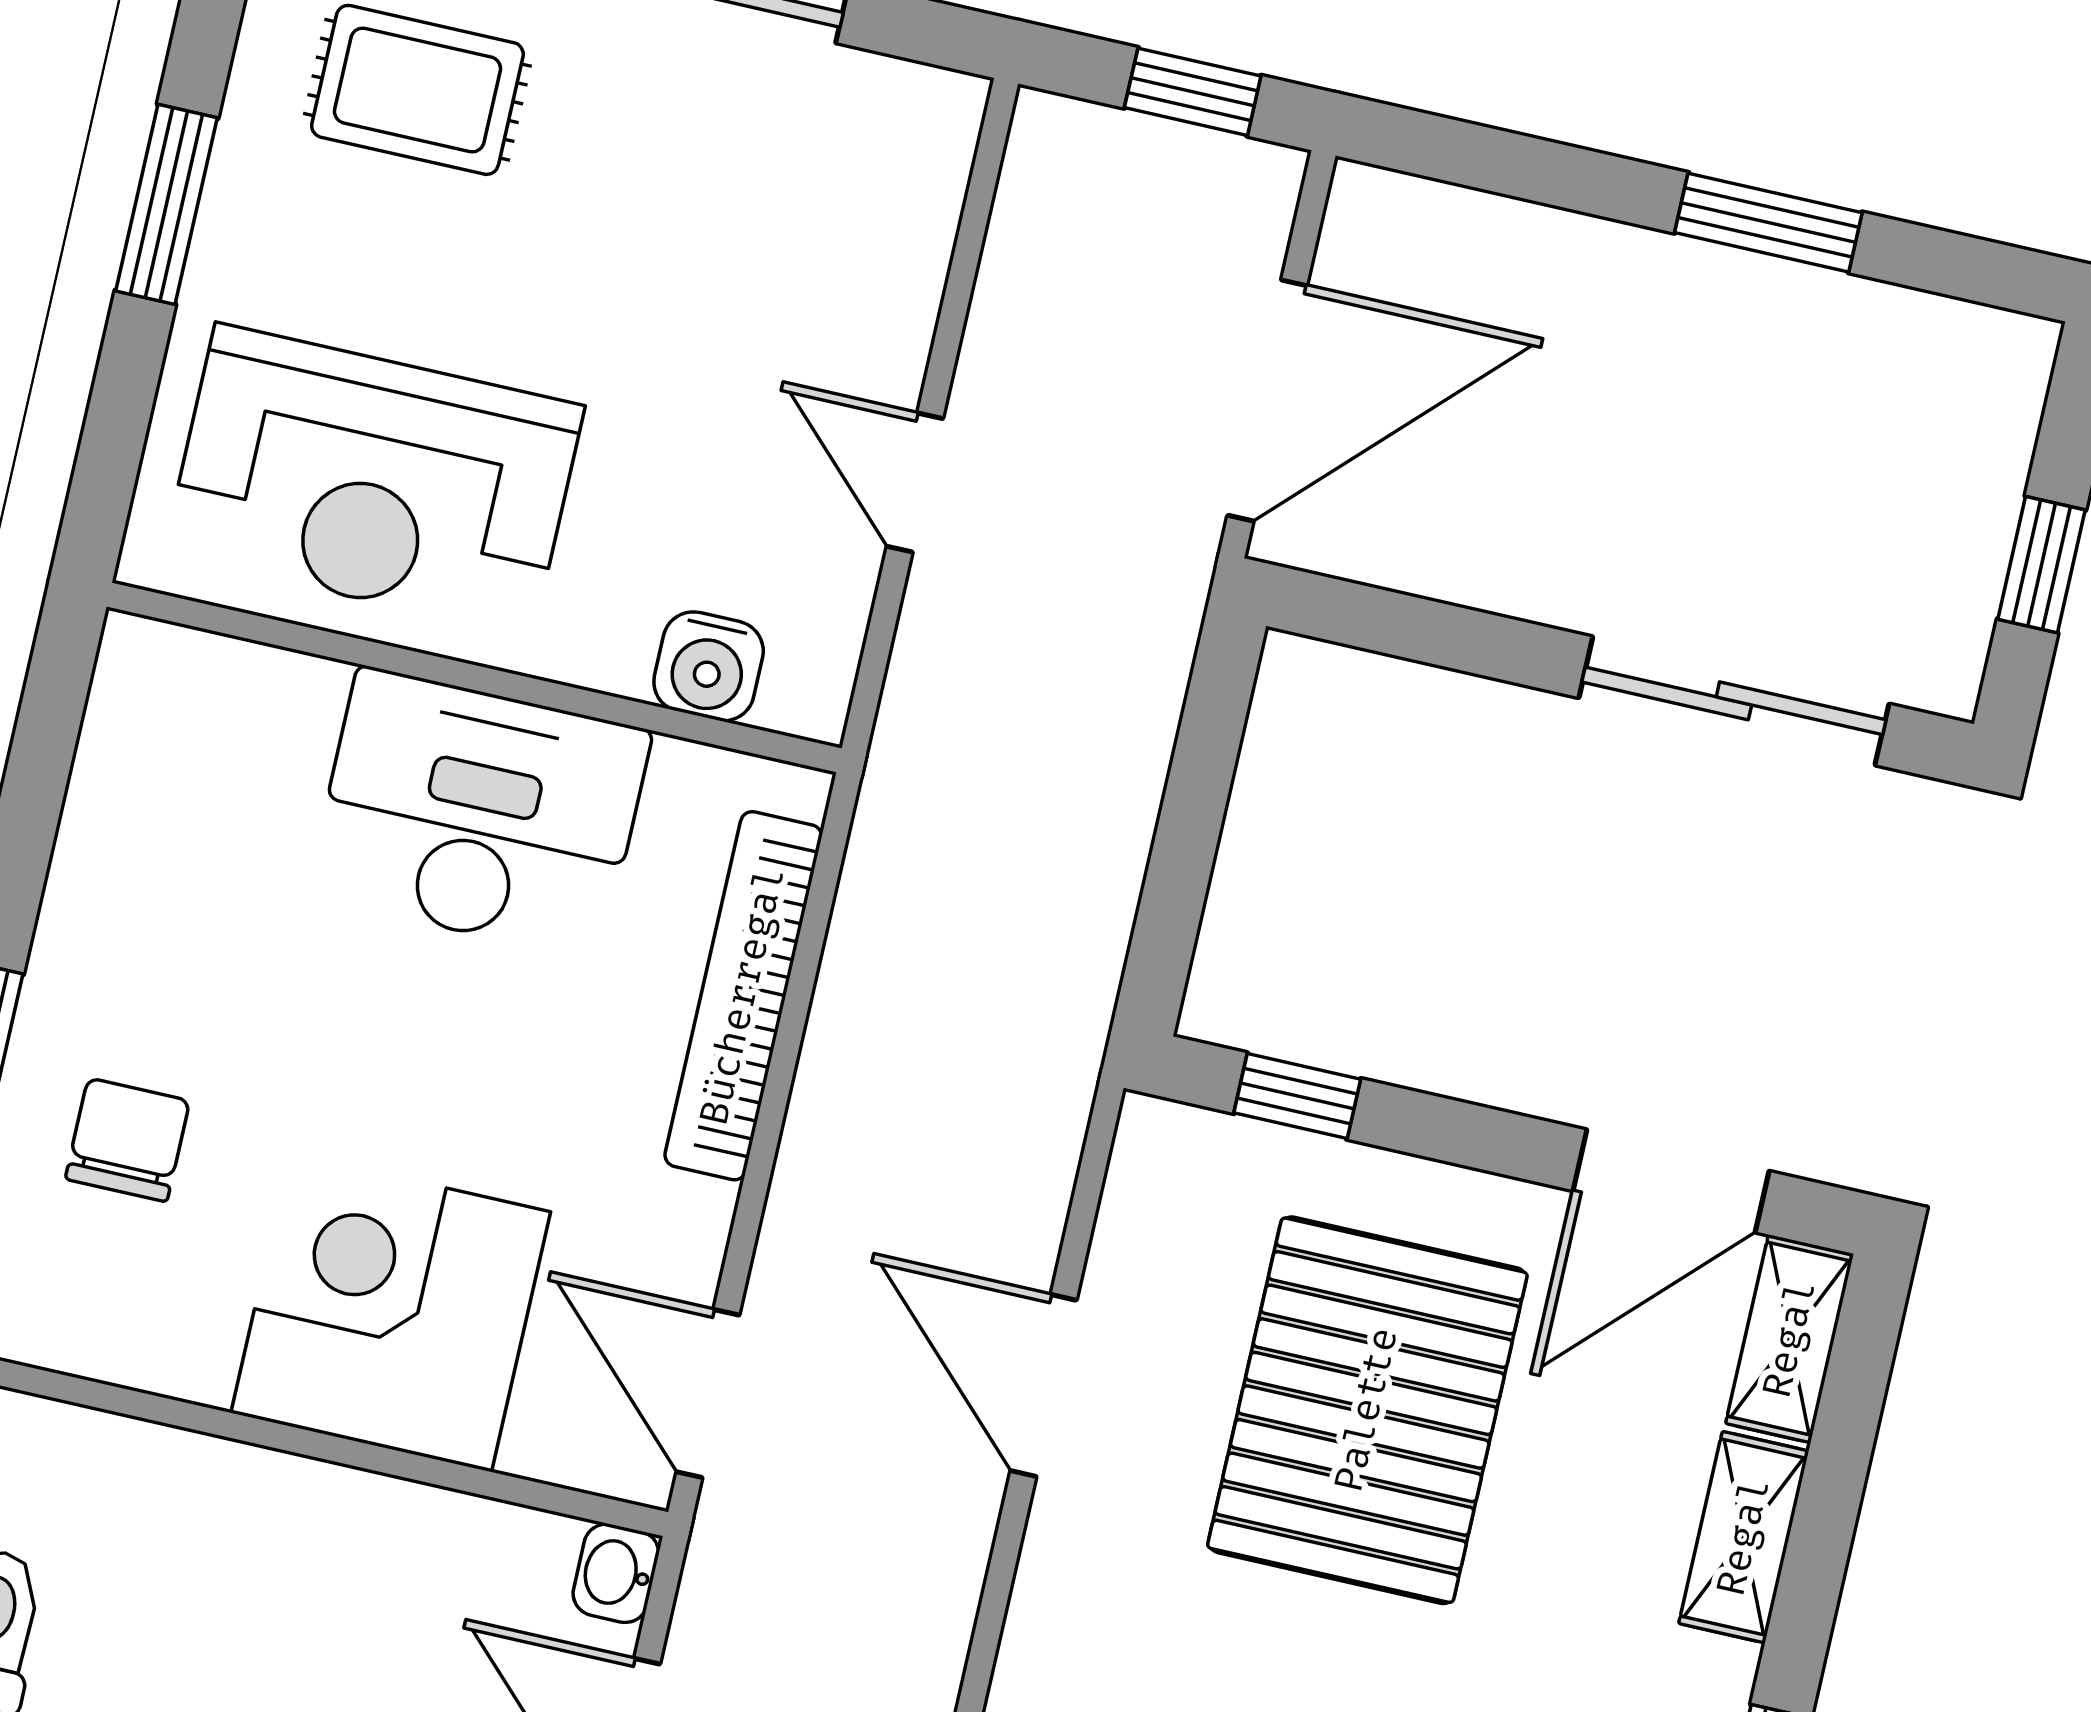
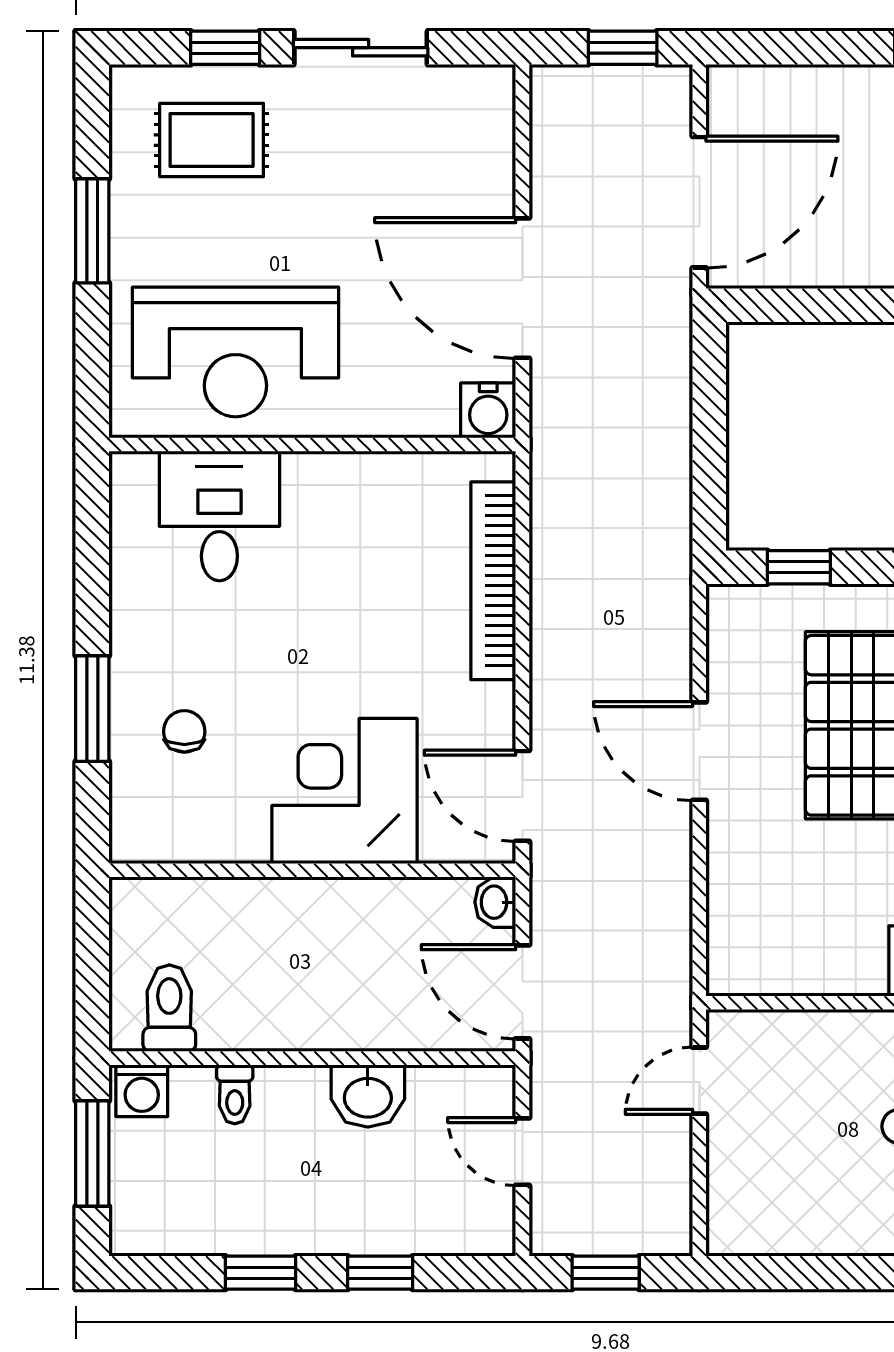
door: (915, 483) -> (522, 288), width x1.88
water cooler: (709, 666) -> (488, 410), moved
desk: (479, 813) -> (219, 516), moved, width x0.73
chair: (127, 1140) -> (184, 731), width x0.73, depth x0.73

